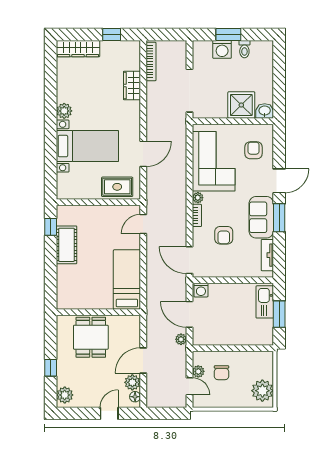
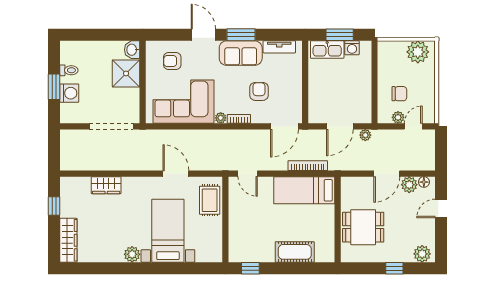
bookcase: (151, 61) -> (308, 166), moved
armchair: (224, 235) -> (259, 91), turned -90
cot: (67, 245) -> (295, 252), moved
washing machine: (201, 290) -> (352, 48), moved, turned 90
door: (143, 360) -> (387, 174), hinge flipped
door: (109, 413) -> (441, 208), hinge flipped

